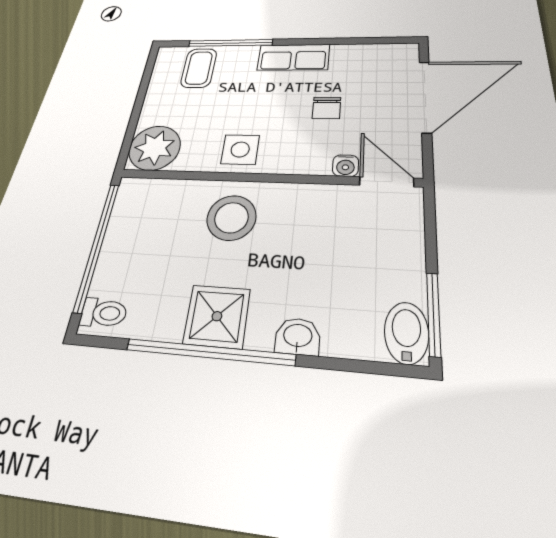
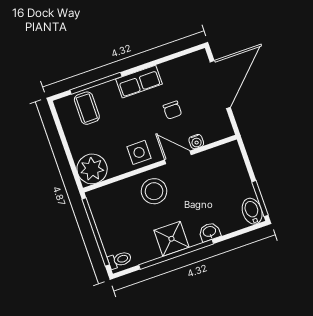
door: (386, 182) -> (178, 157), moved

